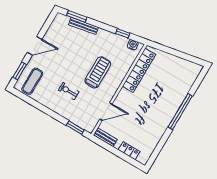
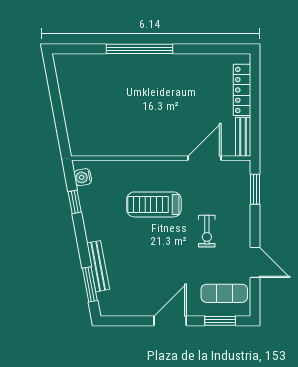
door: (35, 46) -> (170, 321), hinge flipped
locker: (139, 70) -> (115, 146), removed
door: (39, 106) -> (255, 262), added
door: (106, 112) -> (204, 158), hinge flipped
locker: (129, 151) -> (242, 90), width x1.53

